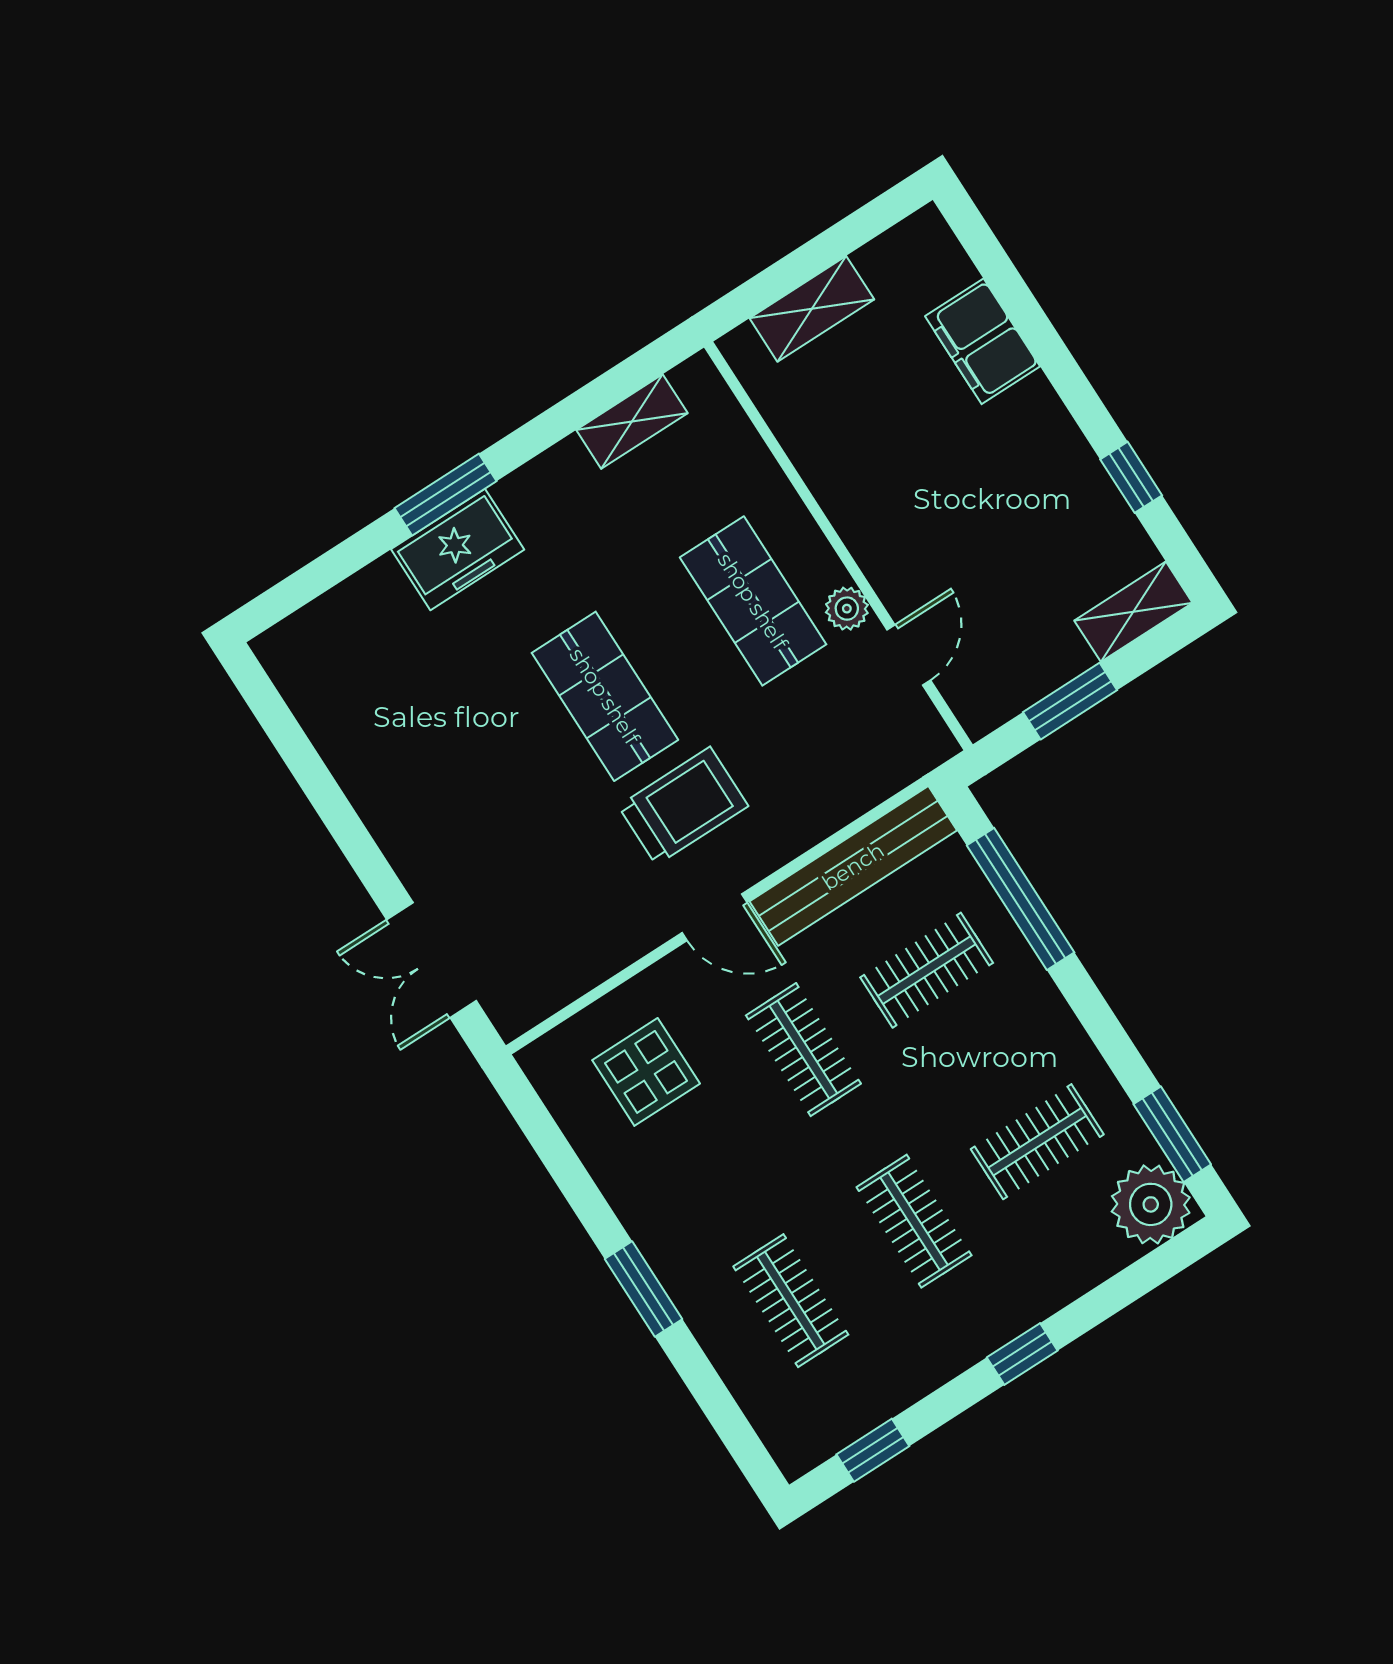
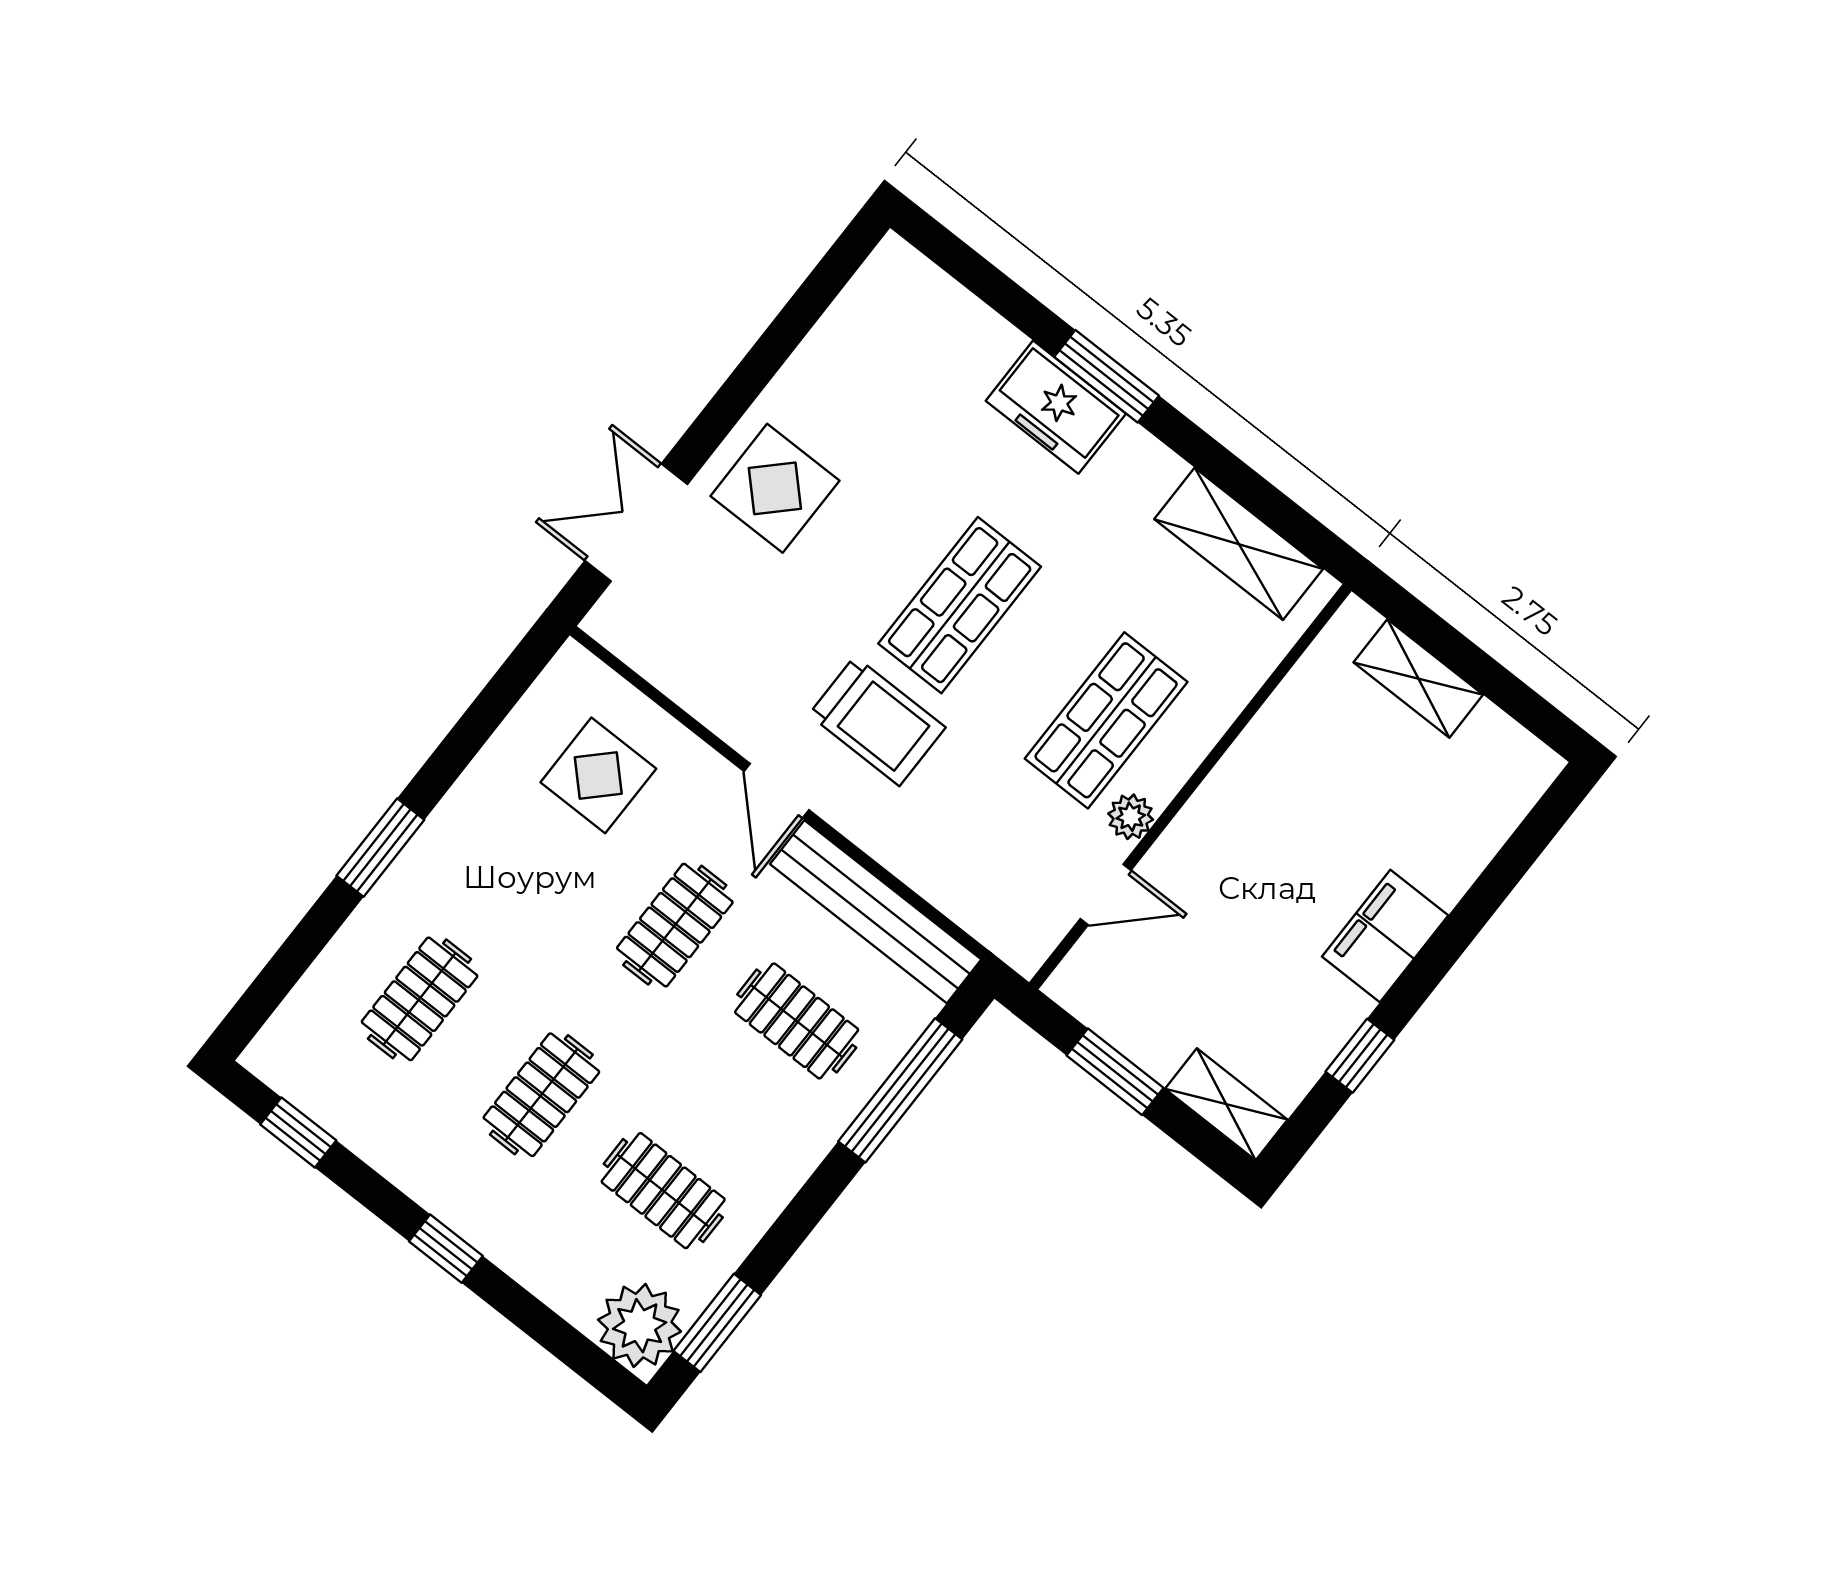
filing cabinet: (983, 341) -> (1385, 936), moved
shelving: (632, 421) -> (1239, 544), width x1.50, depth x1.33
display table: (444, 826) -> (775, 488), added

